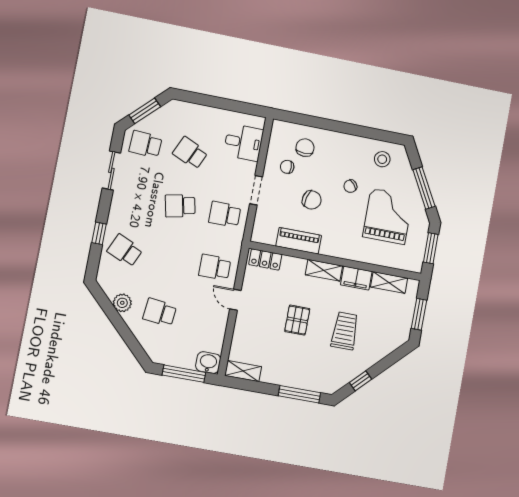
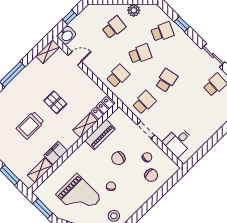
school desk: (190, 153) -> (140, 54), moved
shelving: (324, 270) -> (85, 125), moved
door: (235, 300) -> (75, 58), moved
trolley: (345, 331) -> (30, 125), turned 90
window: (184, 374) -> (70, 17), width x0.46

